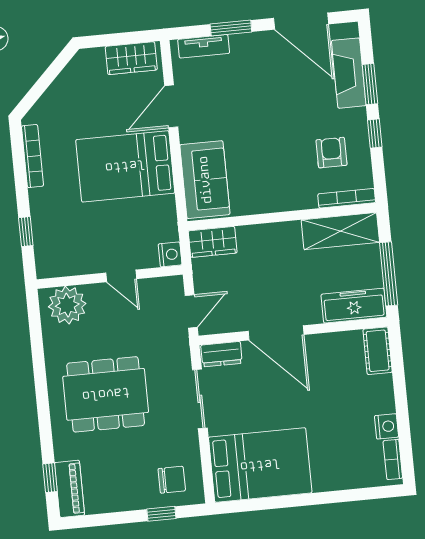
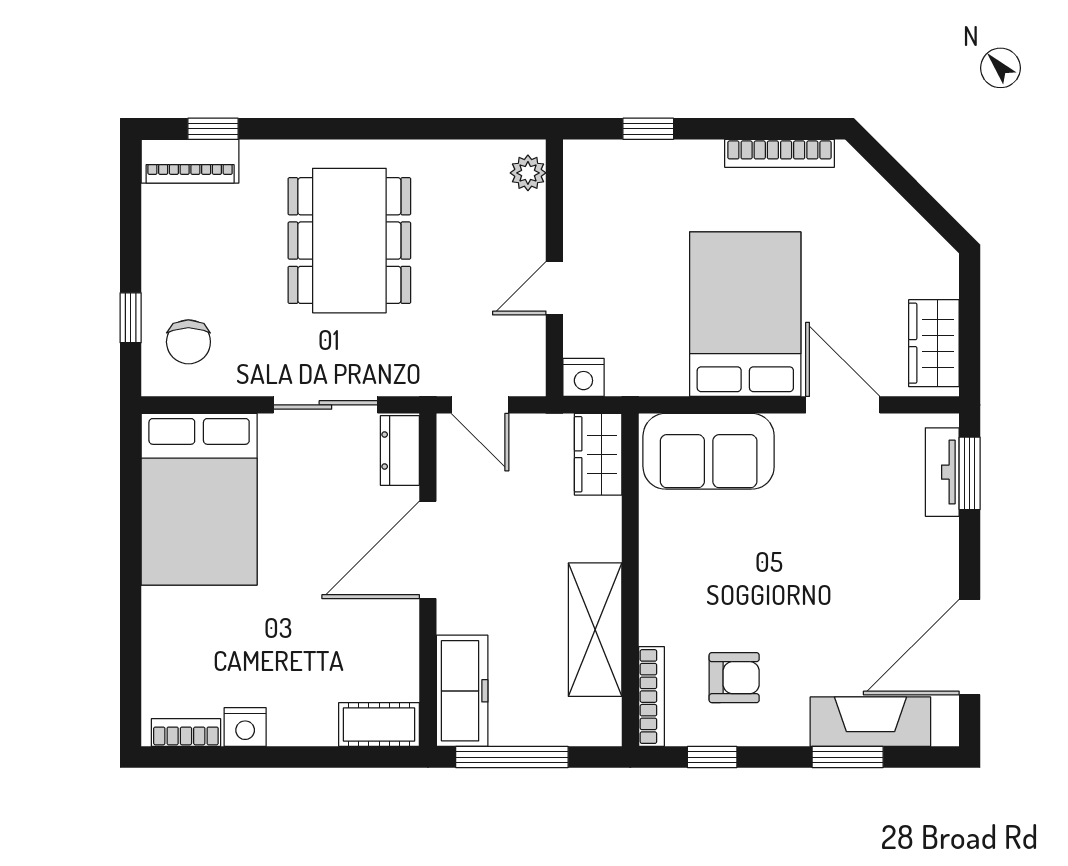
window: (231, 28) -> (970, 473), moved
window: (375, 133) -> (712, 757), moved
shelving: (340, 231) -> (595, 630), moved
plant: (67, 305) -> (528, 173), width x0.53, depth x0.53

